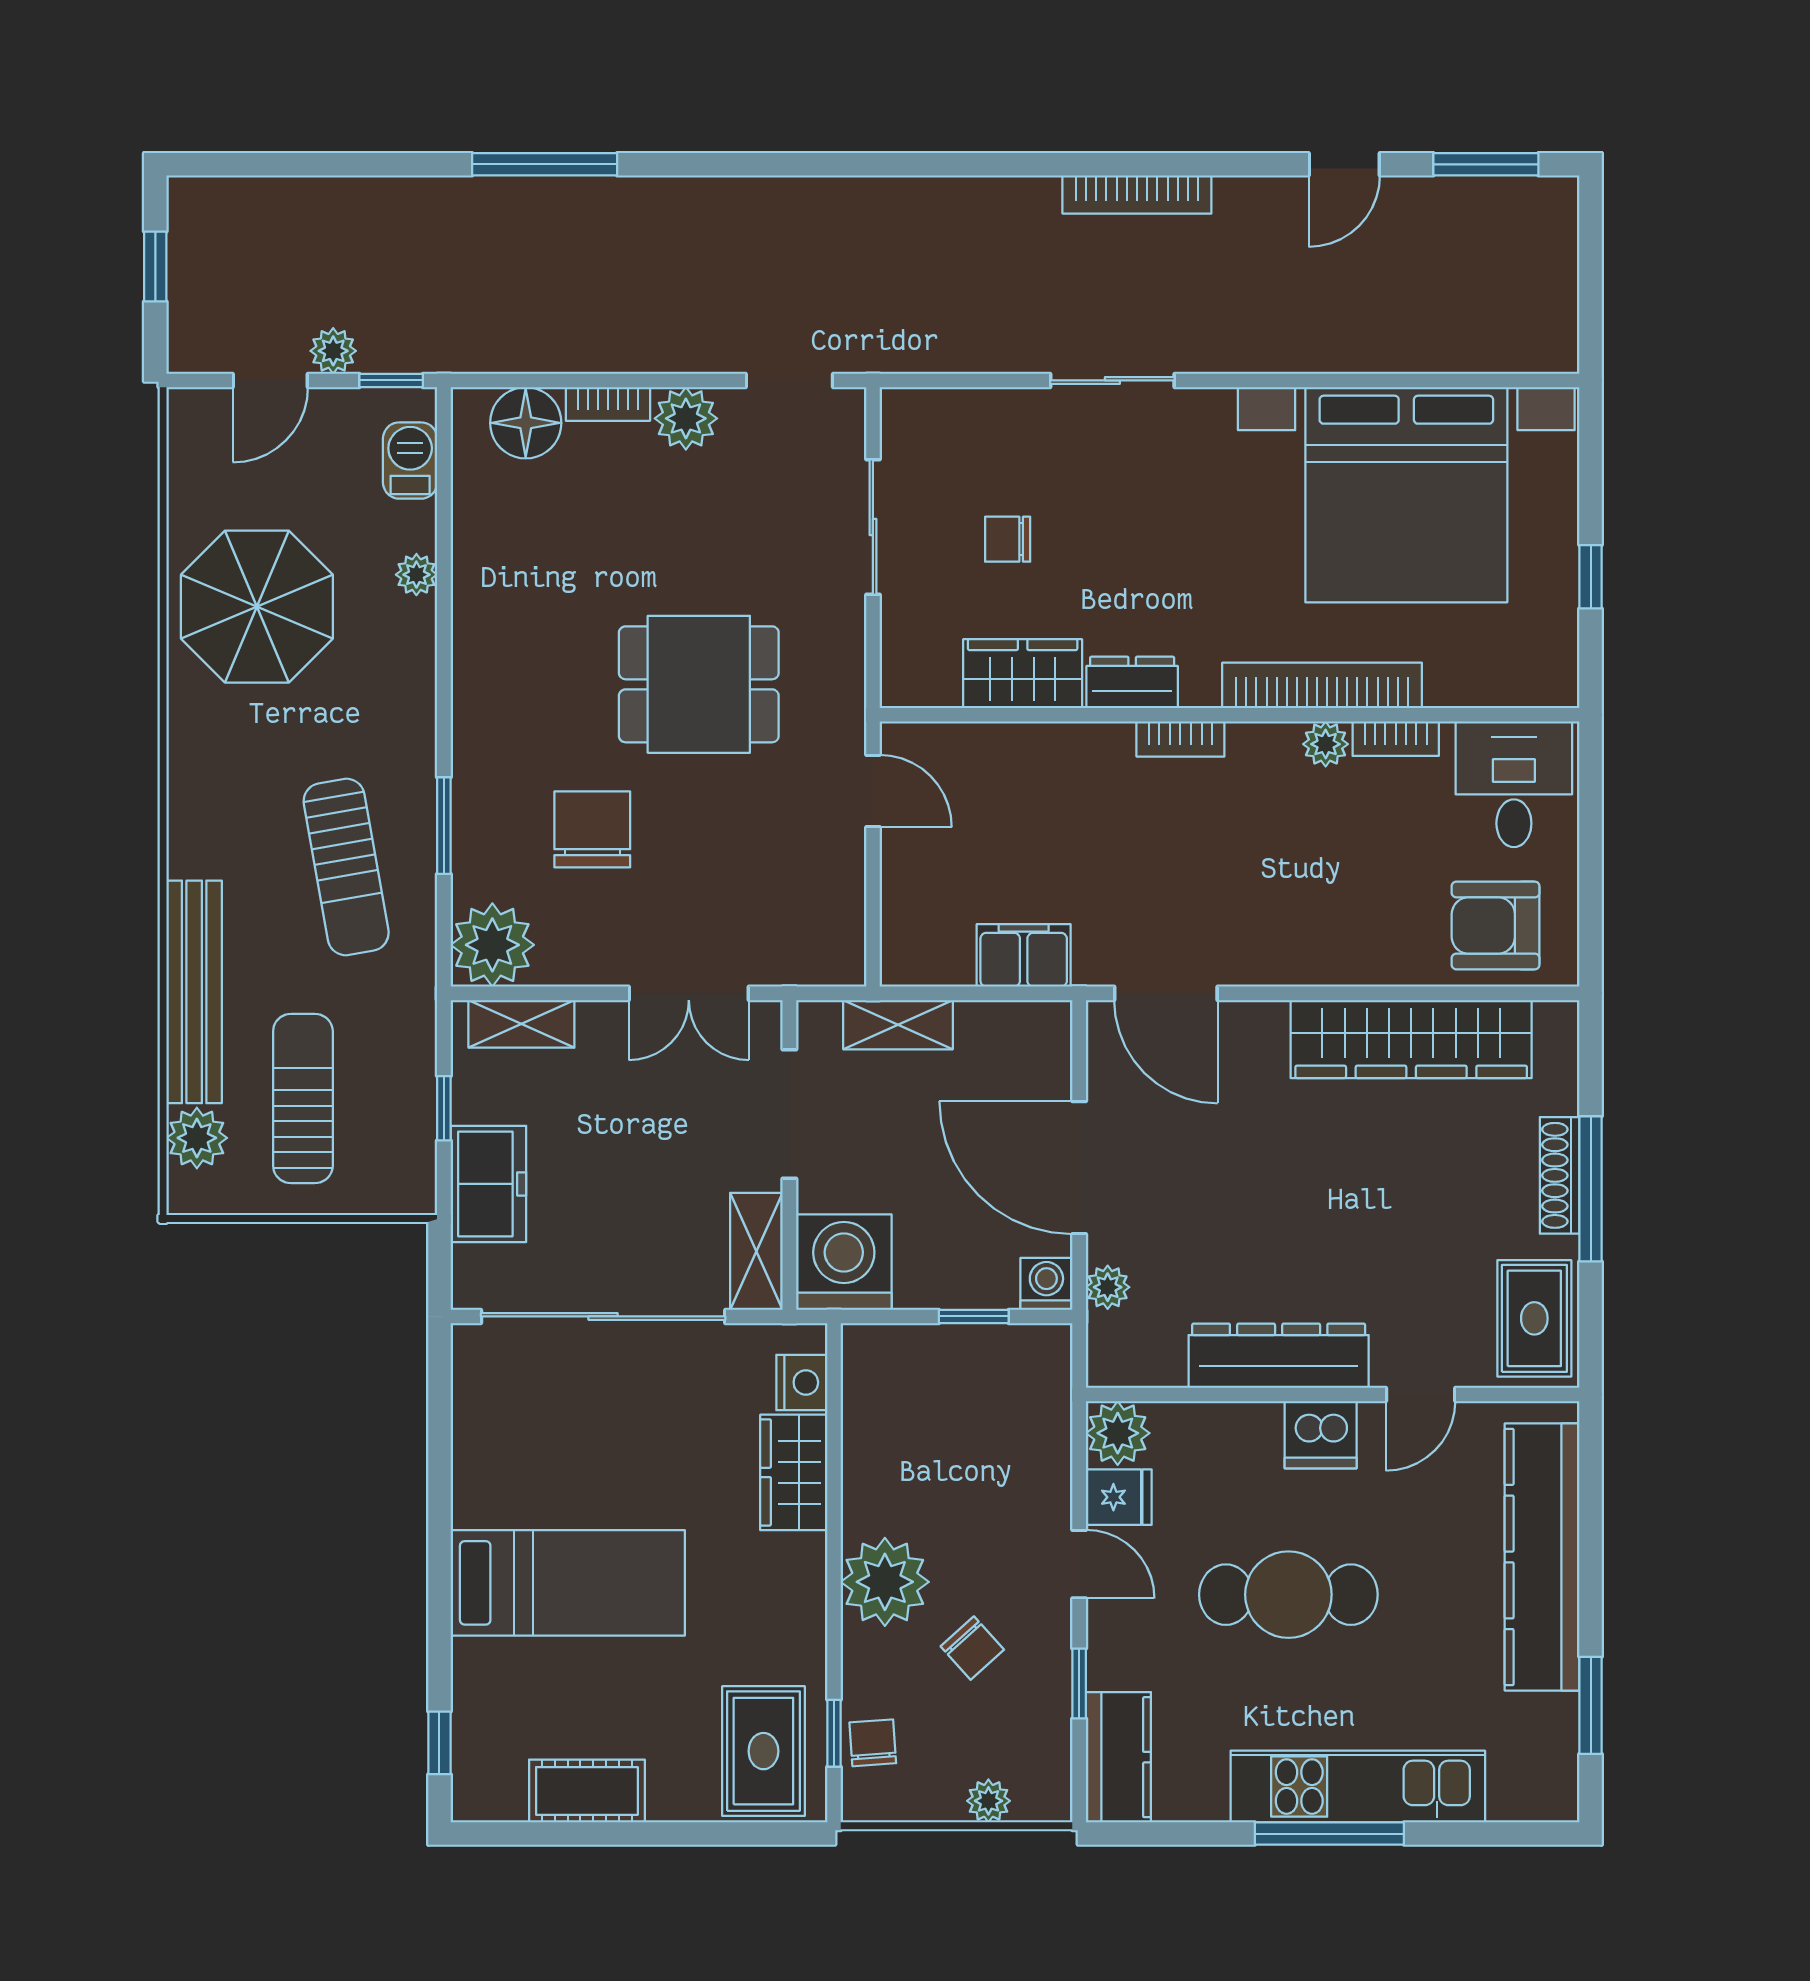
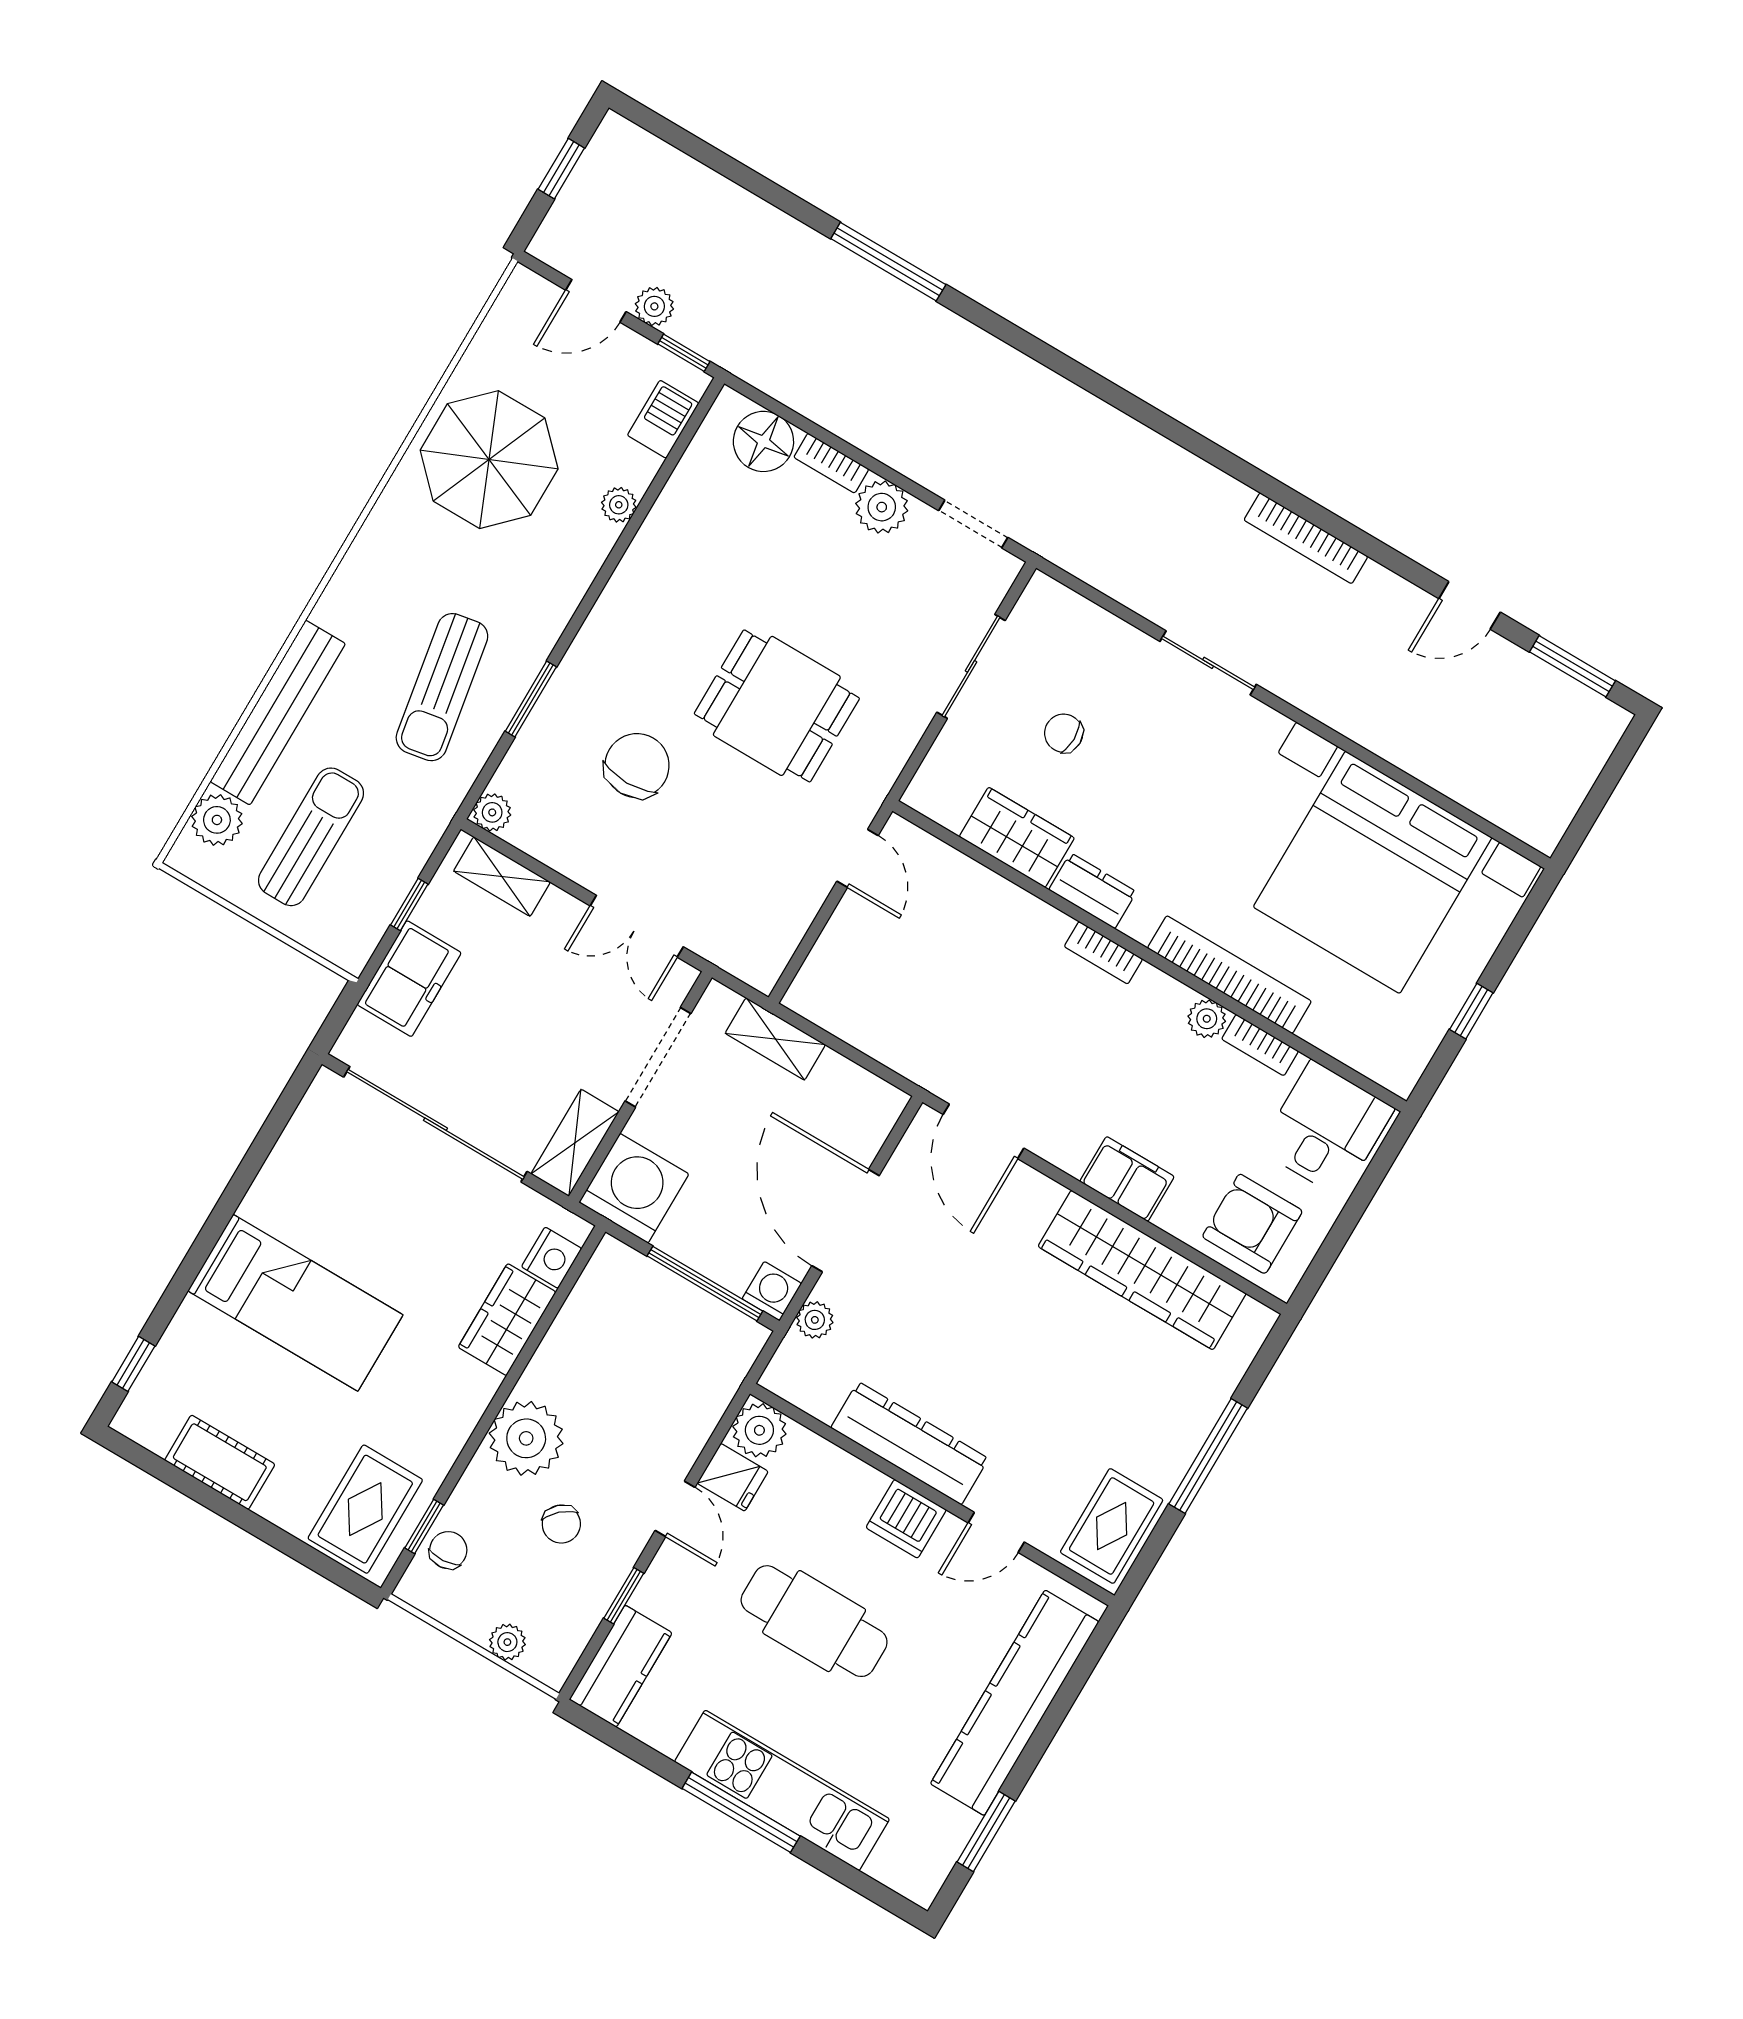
plant: (492, 945) -> (492, 812), width x0.53, depth x0.53
filing cabinet: (1024, 955) -> (1127, 1179), moved
shoe rack: (1560, 1175) -> (1191, 1433), removed
window: (974, 1316) -> (705, 1284), width x2.17

